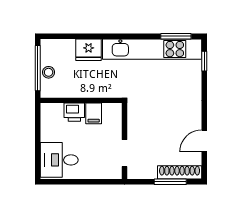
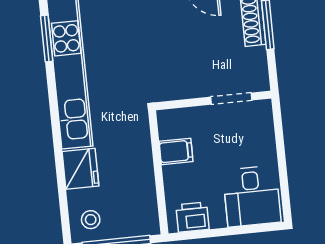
stool: (49, 72) -> (91, 220), moved
printer: (74, 112) -> (192, 217), moved, turned -90

